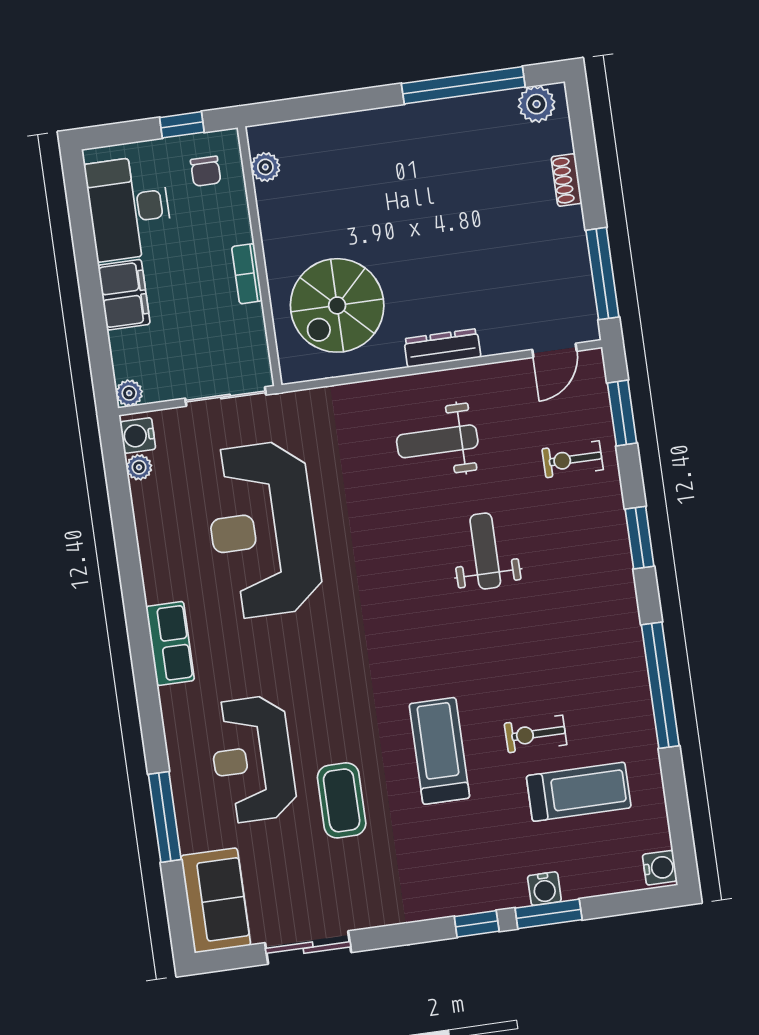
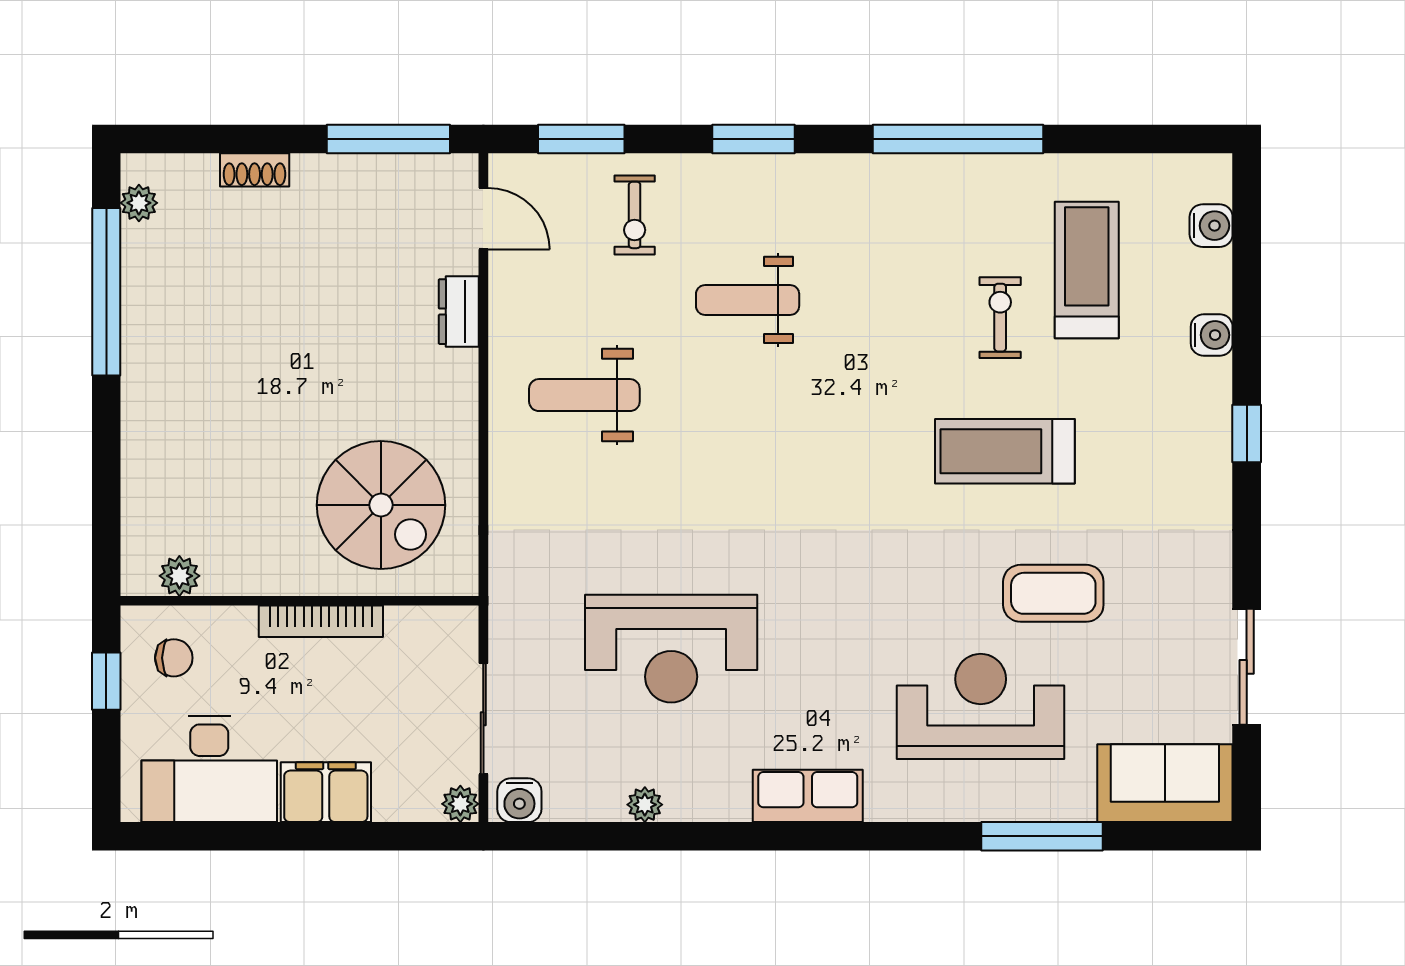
plant: (537, 104) -> (139, 203), width x0.73, depth x0.73
bookcase: (247, 274) -> (321, 621), width x1.56
dresser: (442, 348) -> (459, 312), moved, width x0.70
sliding door: (226, 397) -> (483, 719), moved
weight bench: (437, 441) -> (584, 395), turned 90
plant: (139, 467) -> (645, 805), moved
reception desk: (263, 530) -> (671, 649), width x0.74, depth x0.77
weight bench: (485, 551) -> (748, 300), moved
exercise bike: (535, 734) -> (1000, 318), turned 180
reception desk: (252, 759) -> (981, 706), turned 180
water cooler: (660, 868) -> (1211, 226), moved, turned 90
window: (549, 914) -> (1247, 334), removed

